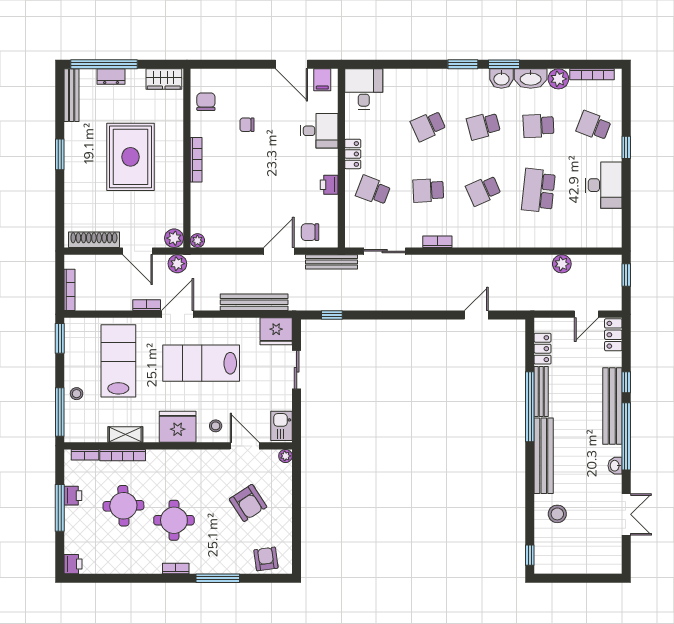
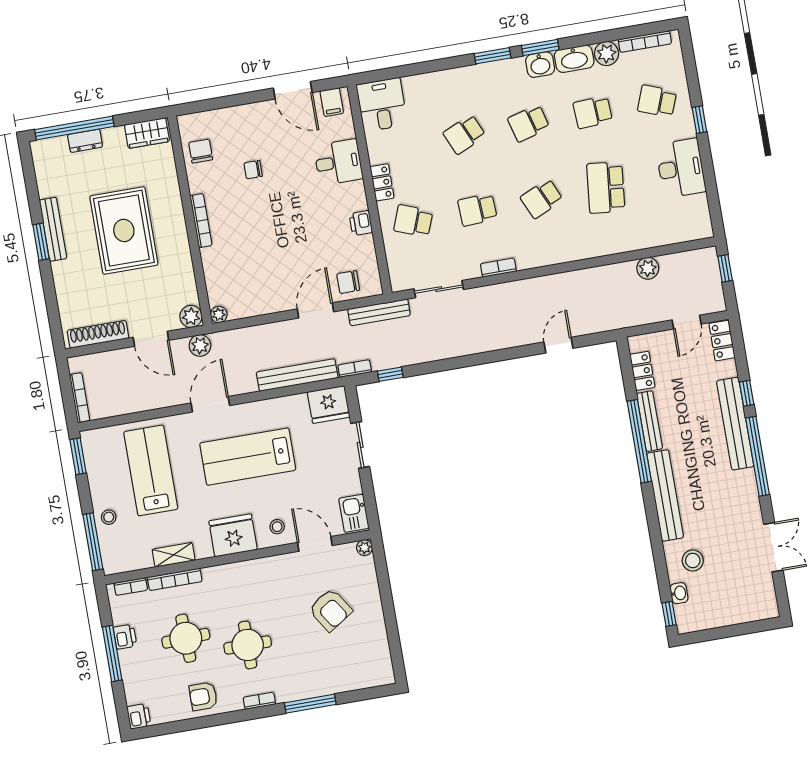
bench: (72, 95) -> (53, 229), moved
bookcase: (147, 305) -> (355, 369), moved
washbasin: (615, 466) -> (679, 593), moved, turned 180
armchair: (266, 559) -> (203, 696), moved, turned -82

